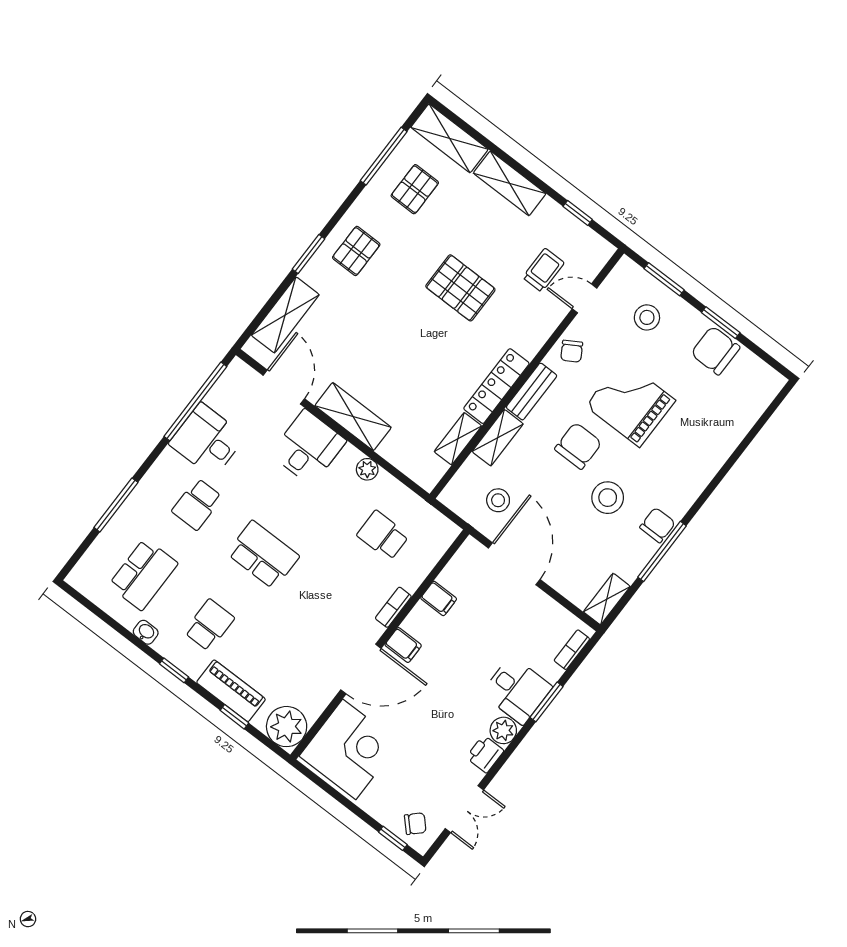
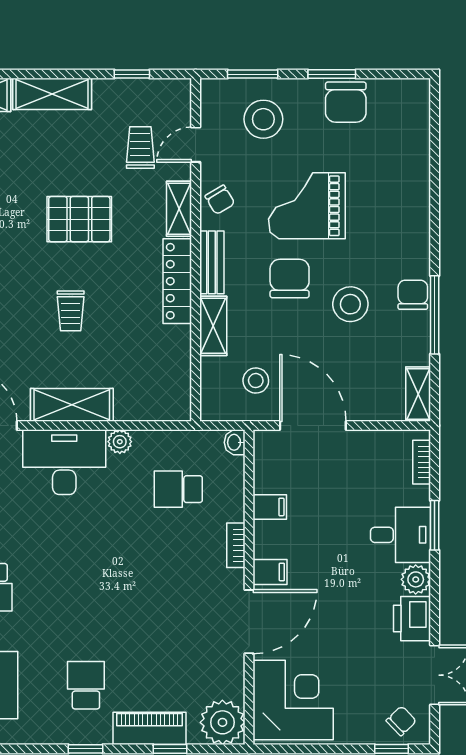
stool: (647, 317) -> (263, 119), width x1.38, depth x1.38
trolley: (404, 349) -> (71, 311), added
chair: (715, 350) -> (346, 102), turned -90
shelving: (458, 439) -> (179, 209), moved
desk: (308, 447) -> (64, 462), width x1.37
school desk: (263, 555) -> (86, 587), removed
washbasin: (146, 632) -> (235, 442), moved, turned -90
printer: (485, 754) -> (412, 619), width x1.36, depth x1.24

